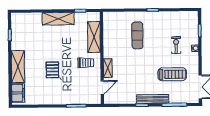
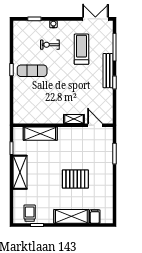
exercise mat: (137, 35) -> (32, 71), moved
trolley: (86, 63) -> (30, 213), moved
pallet: (52, 70) -> (75, 179), width x1.50, depth x1.42
filing cabinet: (18, 93) -> (95, 217), width x0.50

